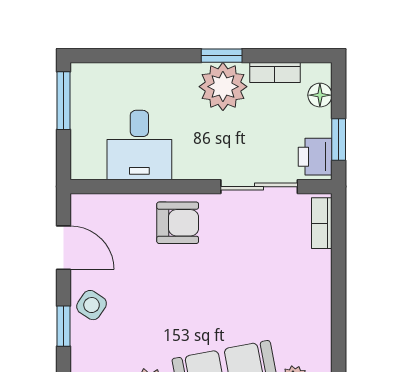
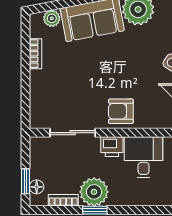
window: (339, 140) -> (25, 181), moved
printer: (315, 157) -> (112, 147), moved, turned 90
bookcase: (322, 223) -> (36, 54), moved

